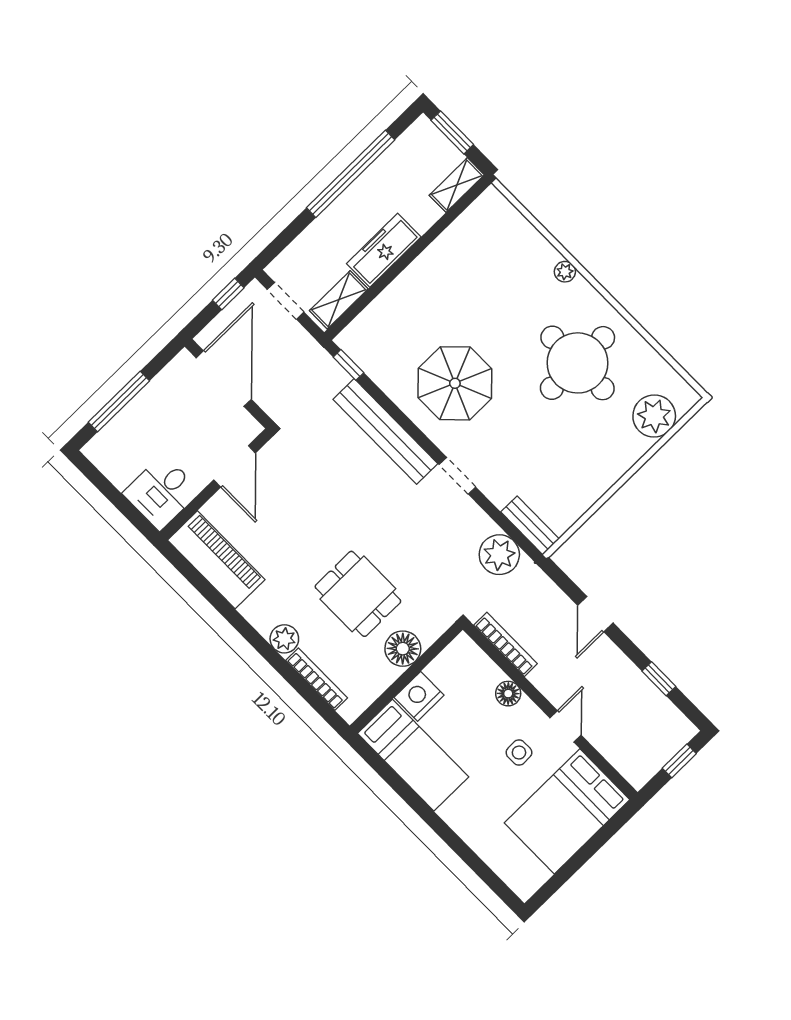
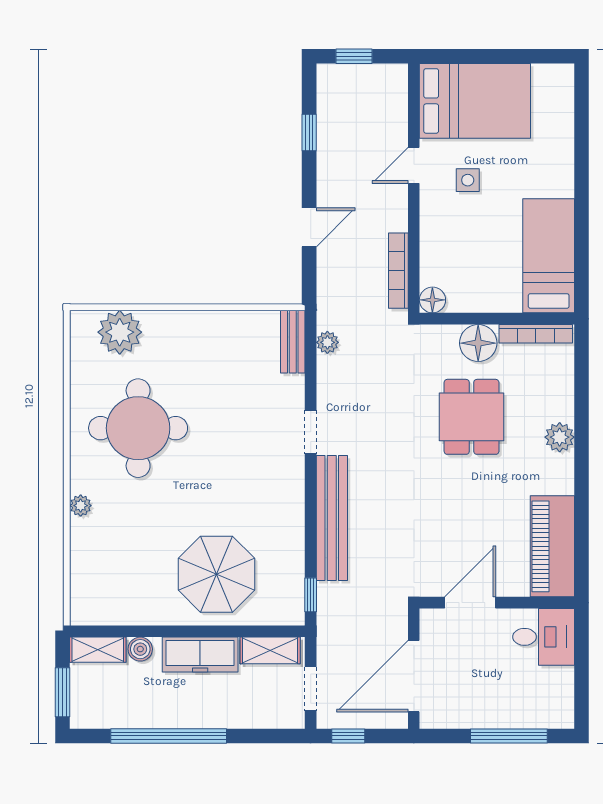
boiler: (428, 214) -> (140, 649), added
parasol: (455, 383) -> (216, 574), moved
plant: (499, 555) -> (327, 342), width x0.53, depth x0.53
bookcase: (317, 679) -> (536, 334), moved, turned -90
floor lamp: (508, 694) -> (432, 300), moved
nightstand: (419, 696) -> (501, 295), removed

